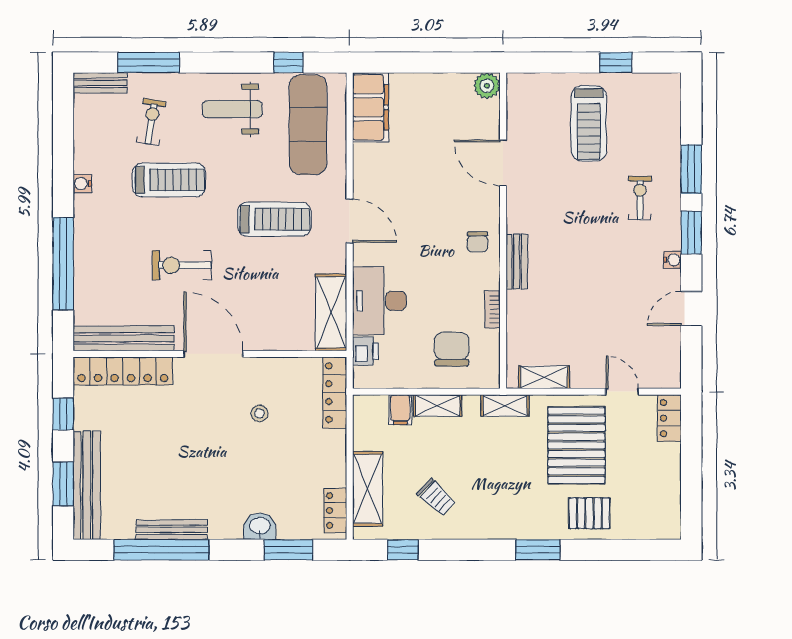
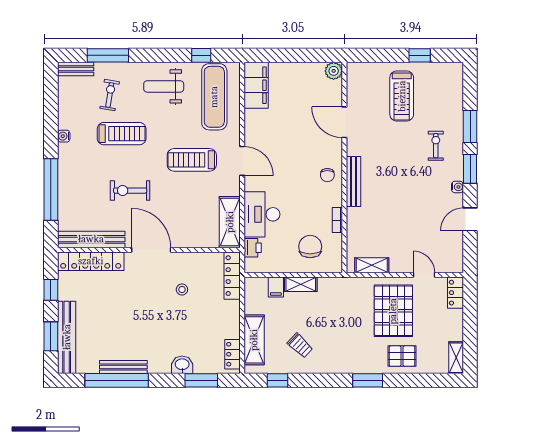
treadmill: (274, 219) -> (192, 160), turned 180
bench: (517, 262) -> (354, 181), width x1.36
shelving: (505, 406) -> (456, 358), moved, turned 90

